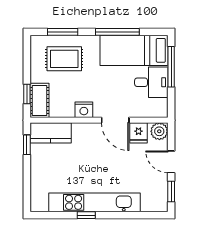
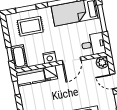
desk: (151, 82) -> (93, 44), moved
door: (115, 120) -> (72, 61), hinge flipped
fridge: (139, 133) -> (51, 73), moved

